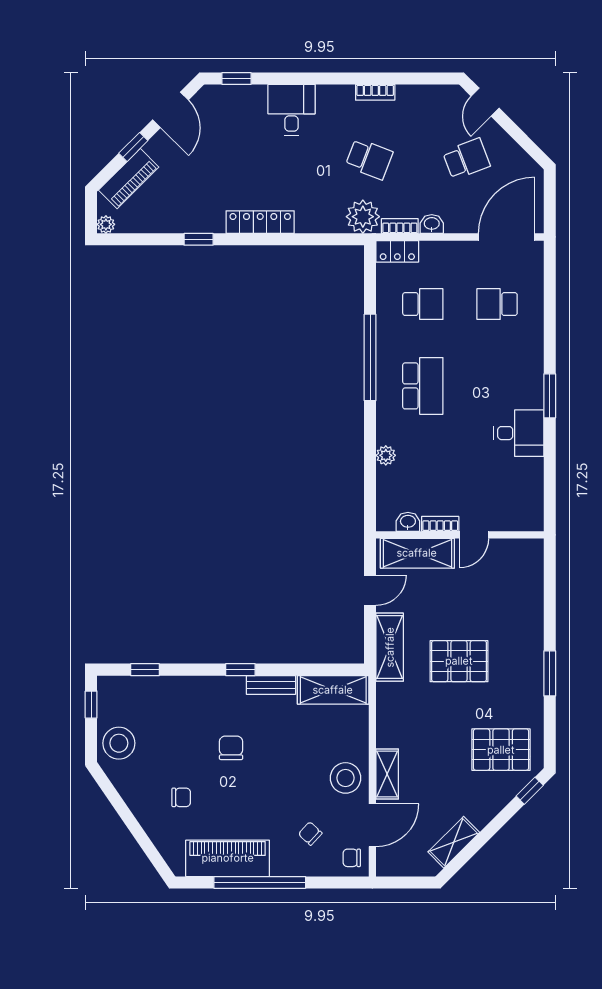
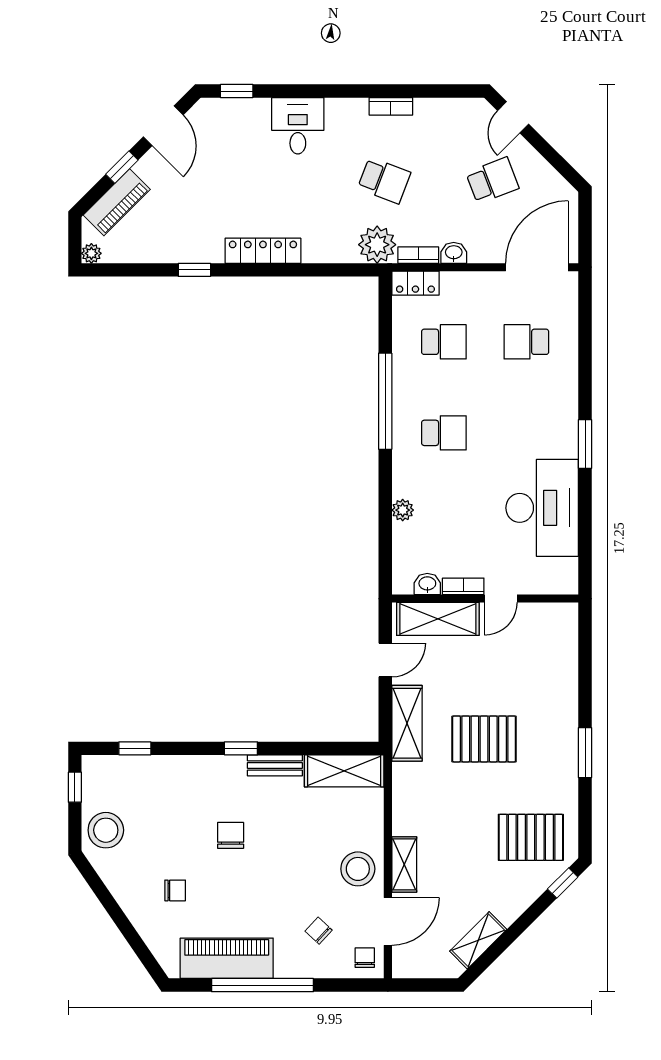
school desk: (423, 386) -> (444, 433), width x0.54
desk: (519, 433) -> (542, 508), width x1.87, depth x1.30
chair: (352, 858) -> (365, 958), turned 90

